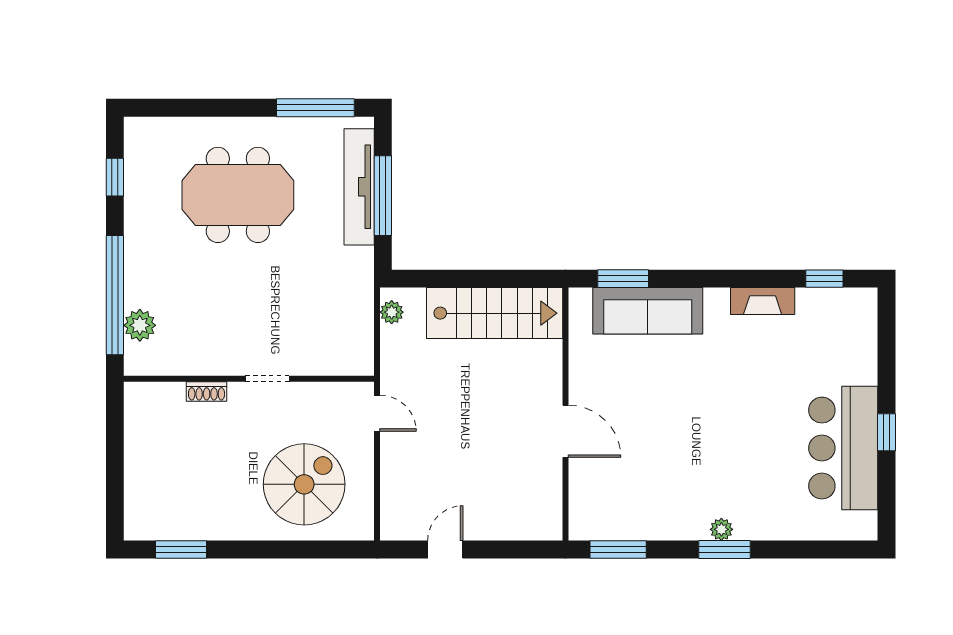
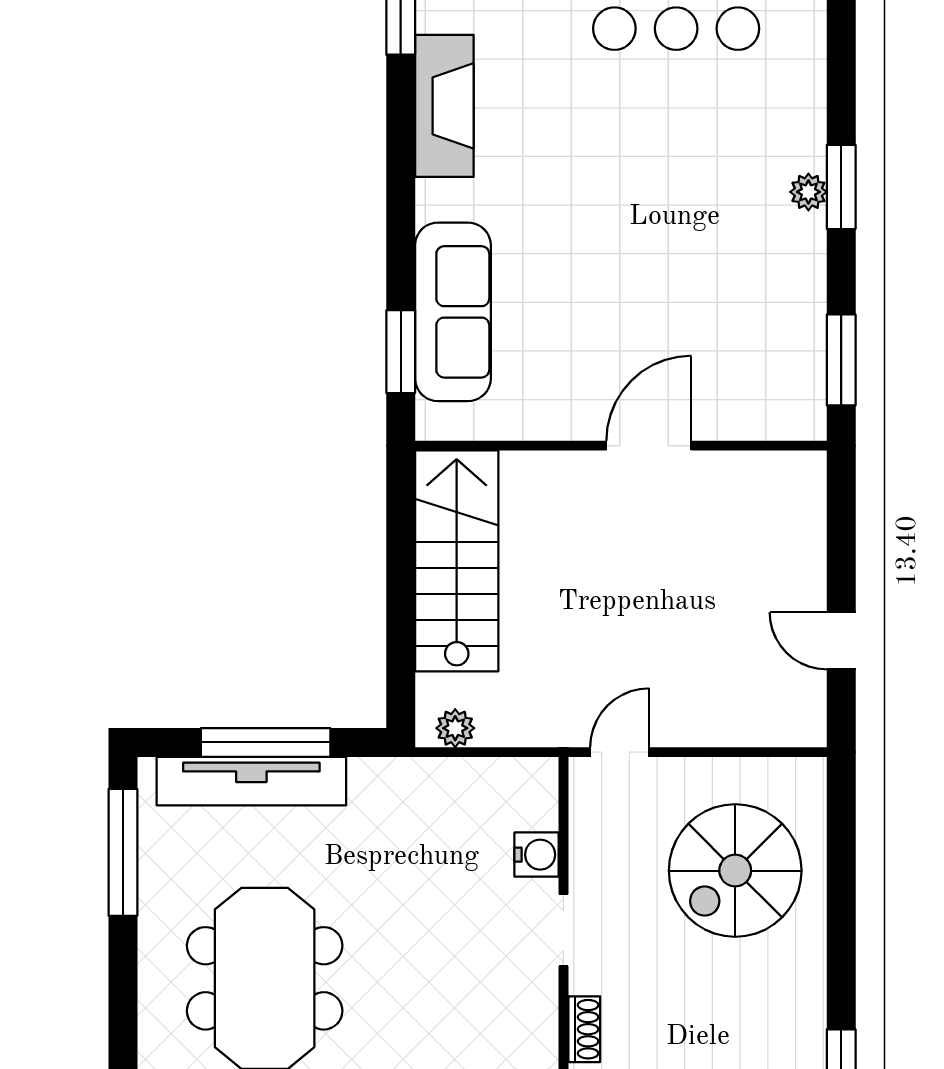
fireplace: (763, 301) -> (444, 106), width x1.37, depth x1.32
water cooler: (314, 362) -> (537, 855), added
spiral stairs: (304, 484) -> (735, 871), turned -90

